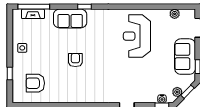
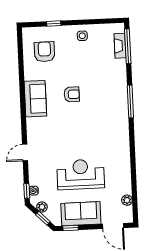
window: (84, 7) -> (130, 102), width x2.17
sofa: (70, 19) -> (35, 99), moved, turned 180
reception desk: (137, 36) -> (81, 174), moved

